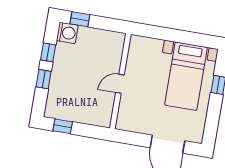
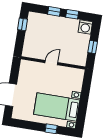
window: (80, 19) -> (93, 47), moved
door: (120, 84) -> (51, 63), hinge flipped

